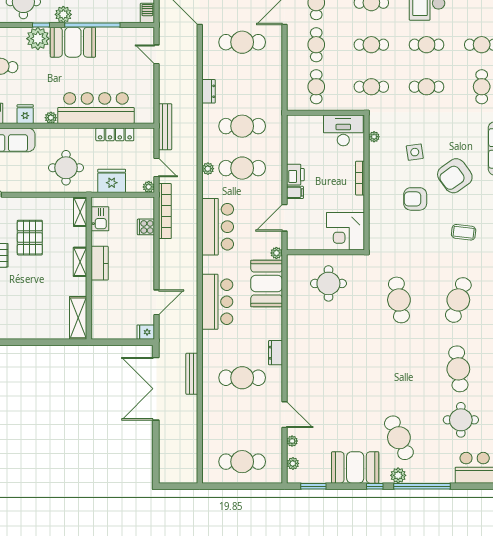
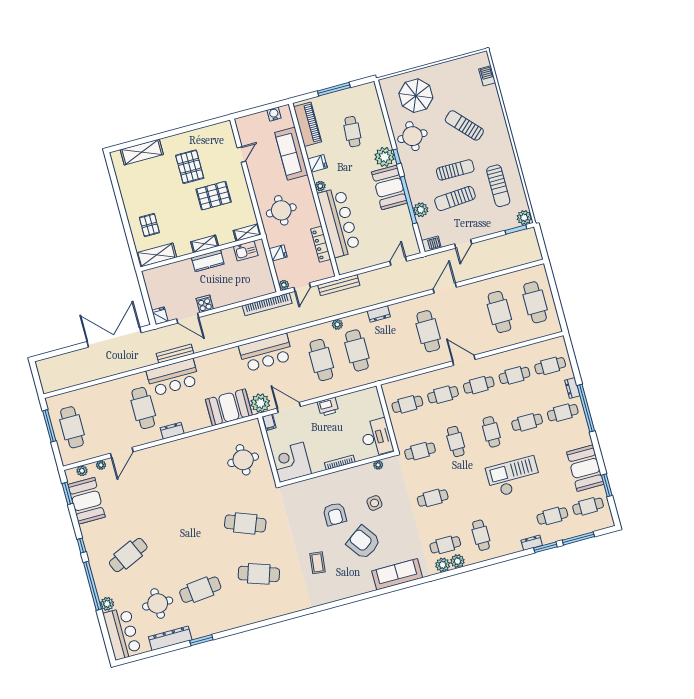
plant: (63, 14) -> (421, 210), moved
cafe table: (427, 45) -> (468, 488), removed
cafe table: (371, 87) -> (420, 451), turned 90
cafe table: (427, 87) -> (433, 498), turned 90
plant: (208, 169) -> (337, 324), moved
fridge: (112, 181) -> (278, 253), width x0.53, depth x0.75
filing cabinet: (295, 192) -> (269, 422), moved
armchair: (415, 199) -> (335, 514), turned 180
cooker: (146, 227) -> (205, 304), moved
plant: (276, 253) -> (260, 403), width x1.88, depth x1.88
cafe table: (399, 300) -> (245, 523), turned 30
bar counter: (217, 302) -> (173, 377), moved
pallet: (43, 317) -> (149, 225), added
bench: (192, 374) -> (175, 354), moved
booth: (355, 467) -> (87, 501), moved
plant: (398, 475) -> (107, 604), moved
window: (234, 486) -> (49, 426), added

